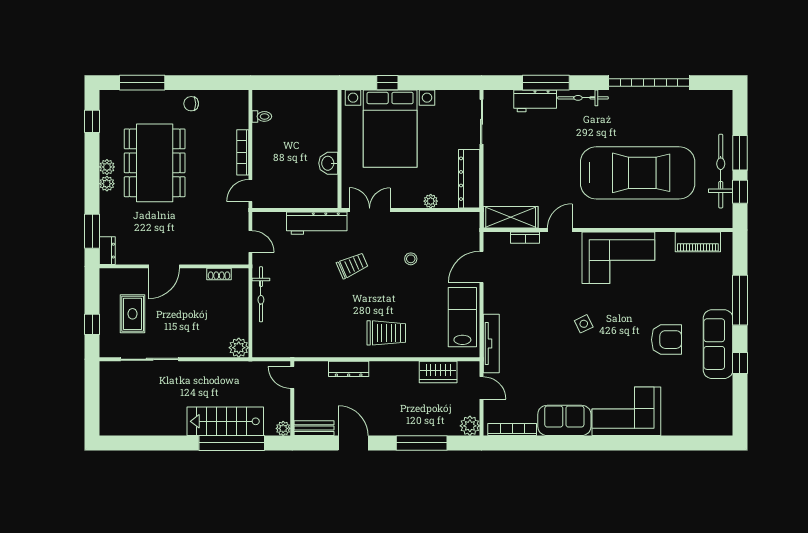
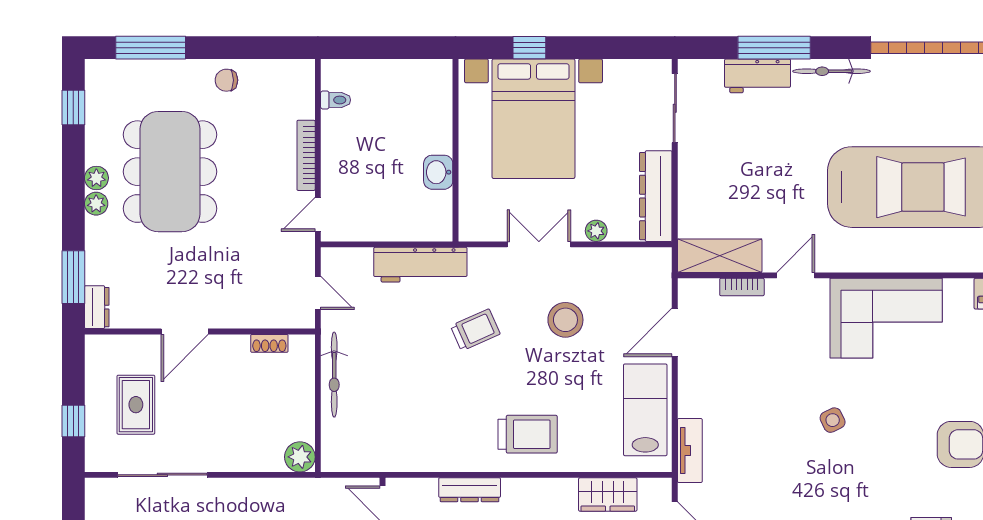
double door: (370, 210) -> (539, 244), moved
stool: (411, 259) -> (565, 320), width x1.89, depth x1.89
tv unit: (491, 343) -> (690, 451), width x0.71

